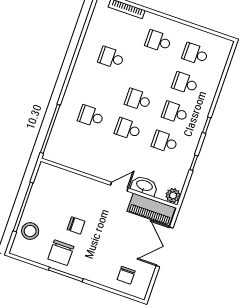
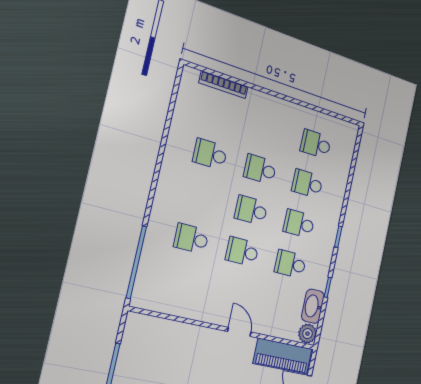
school desk: (158, 41) -> (260, 169), moved
washbasin: (144, 186) -> (313, 306), moved, turned -90
door: (119, 187) -> (239, 332), hinge flipped

